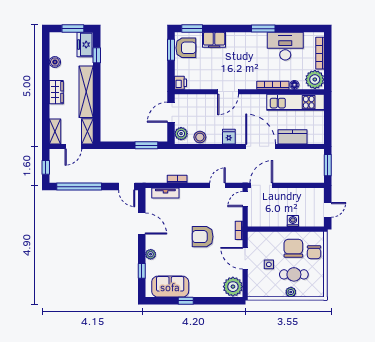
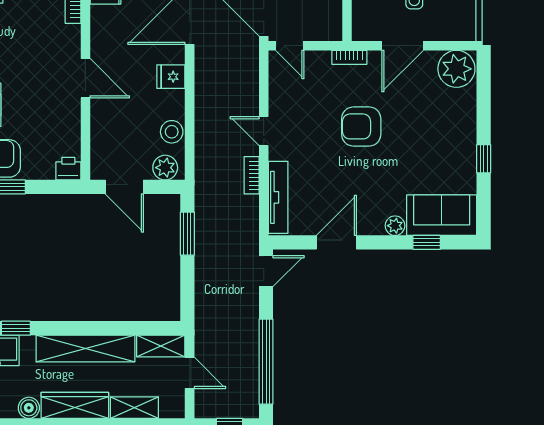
wardrobe: (56, 92) -> (75, 405), width x1.50
shelving: (55, 131) -> (134, 408), moved
door: (218, 185) -> (264, 131), moved
tv unit: (165, 193) -> (278, 197), width x1.41
armchair: (203, 237) -> (361, 126), turned 90
sofa: (170, 287) -> (442, 215), moved, turned 90

